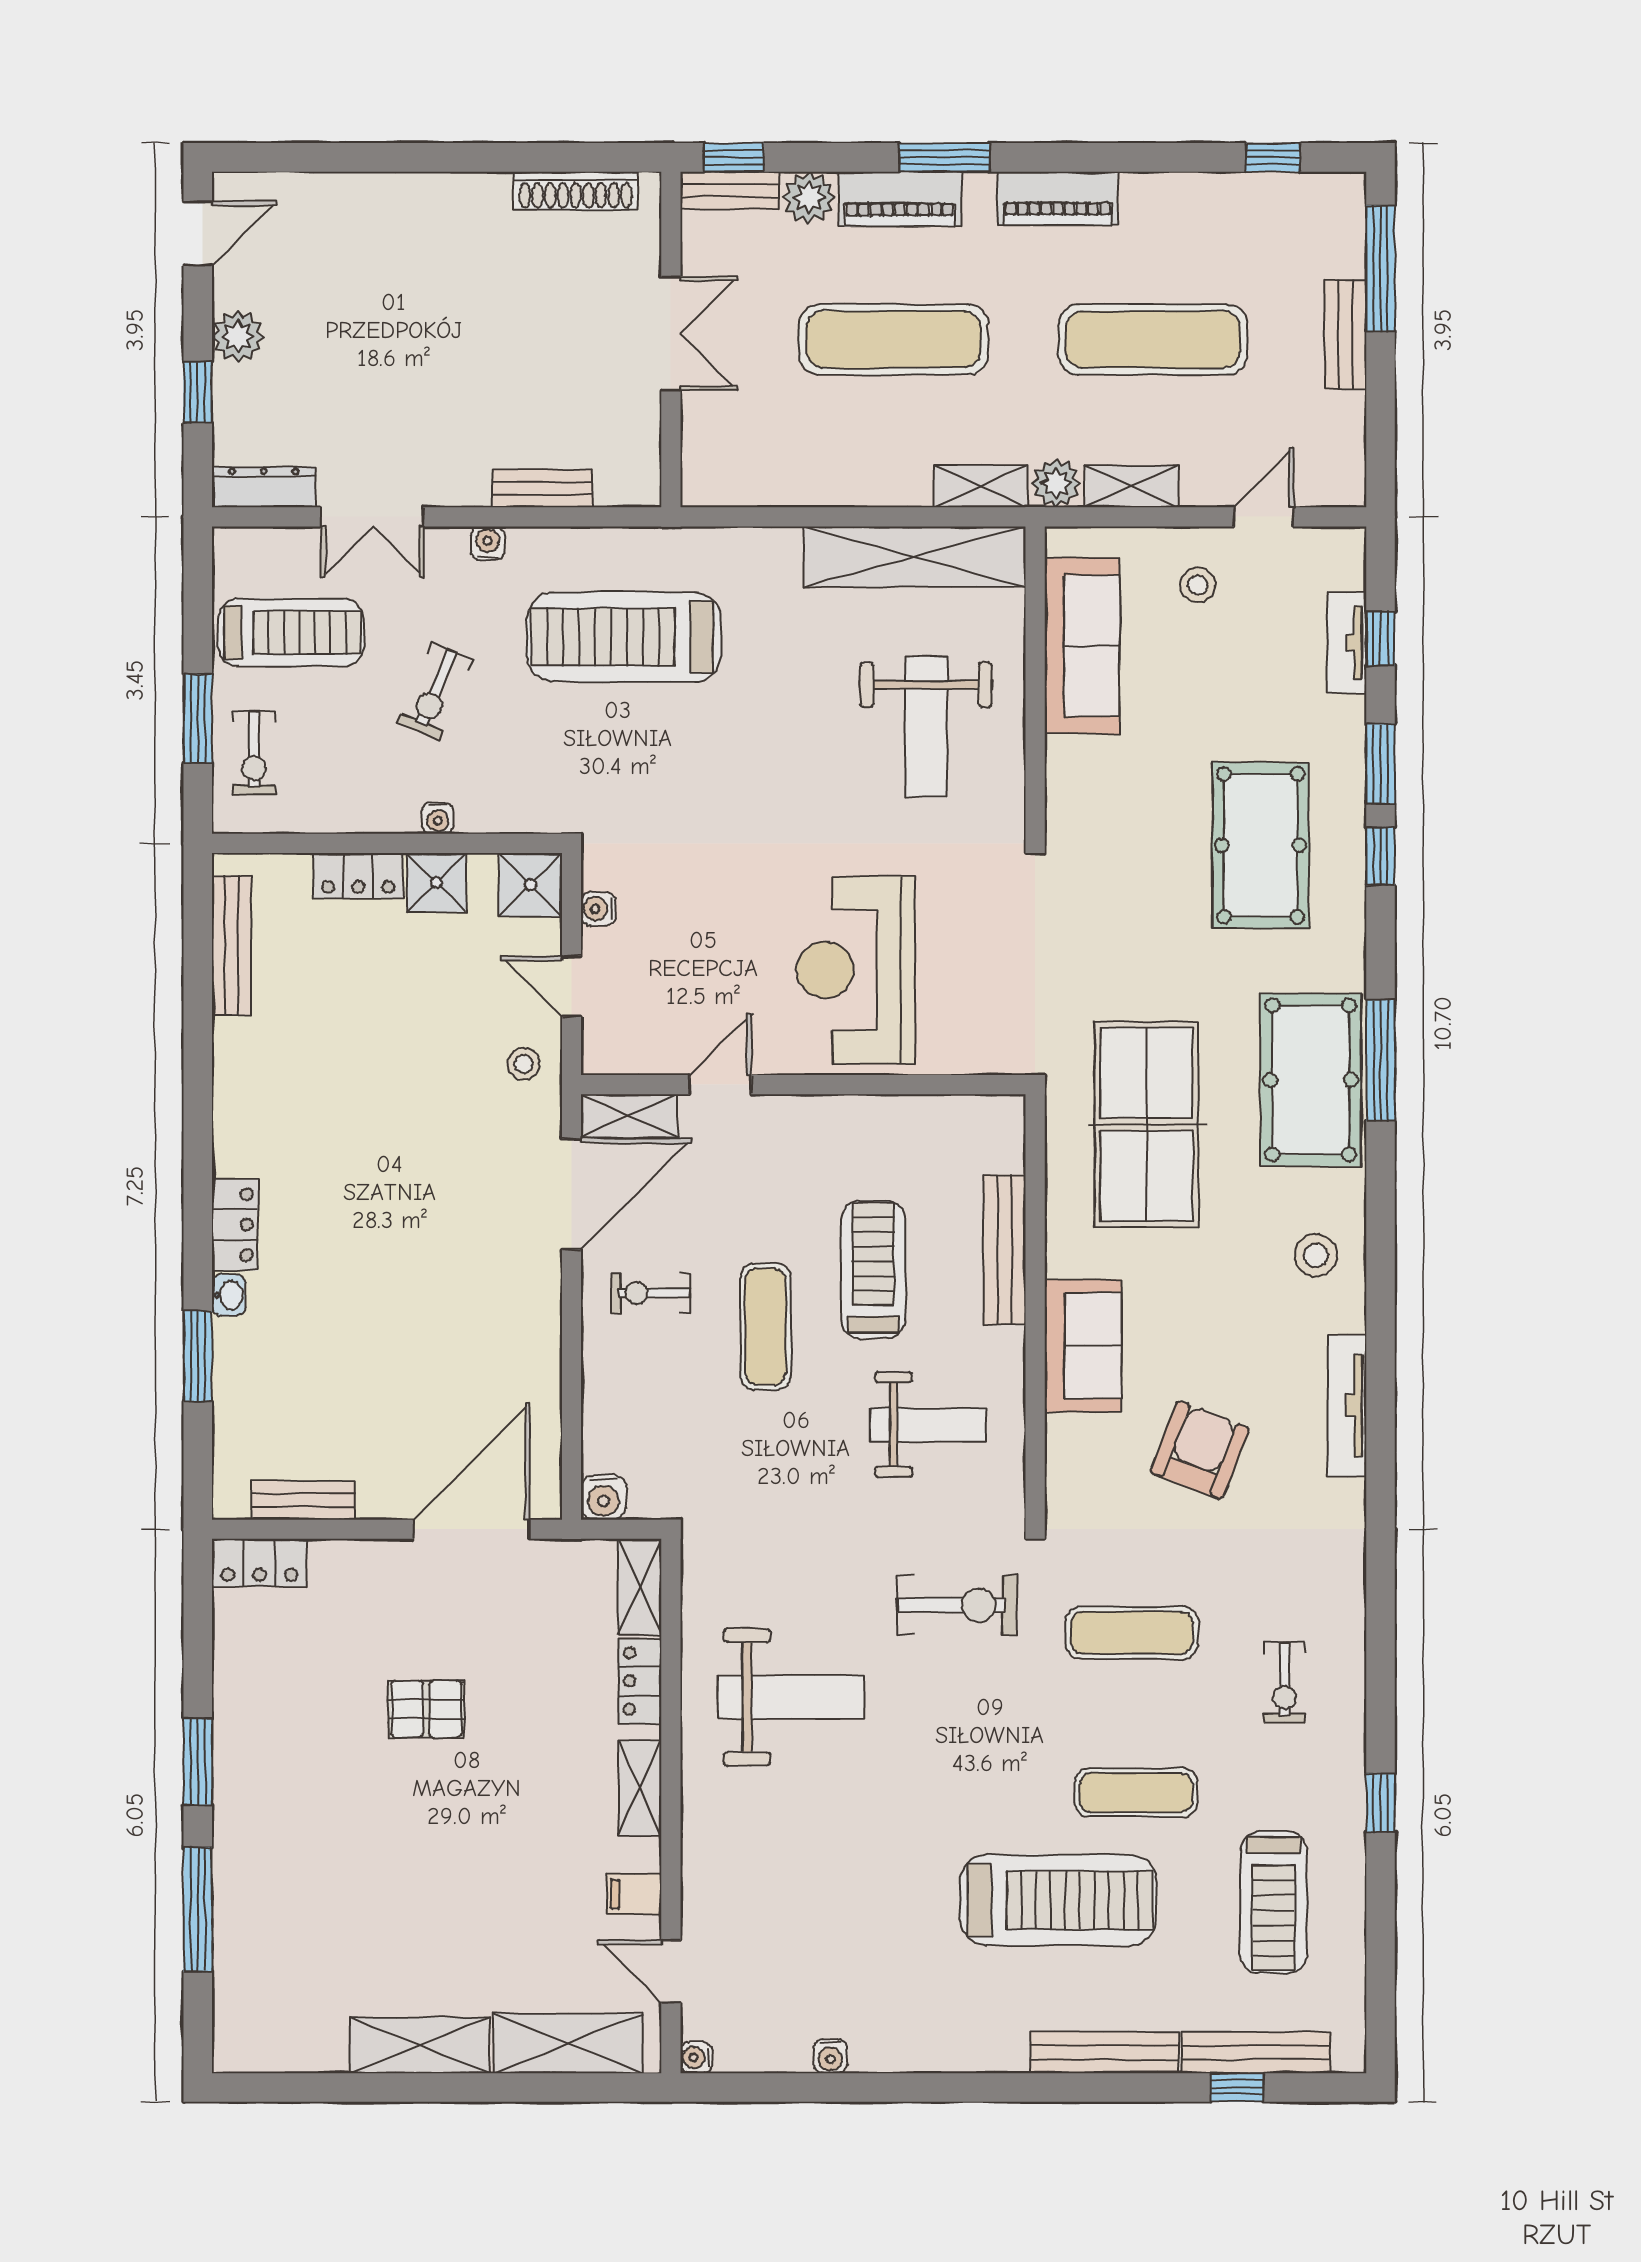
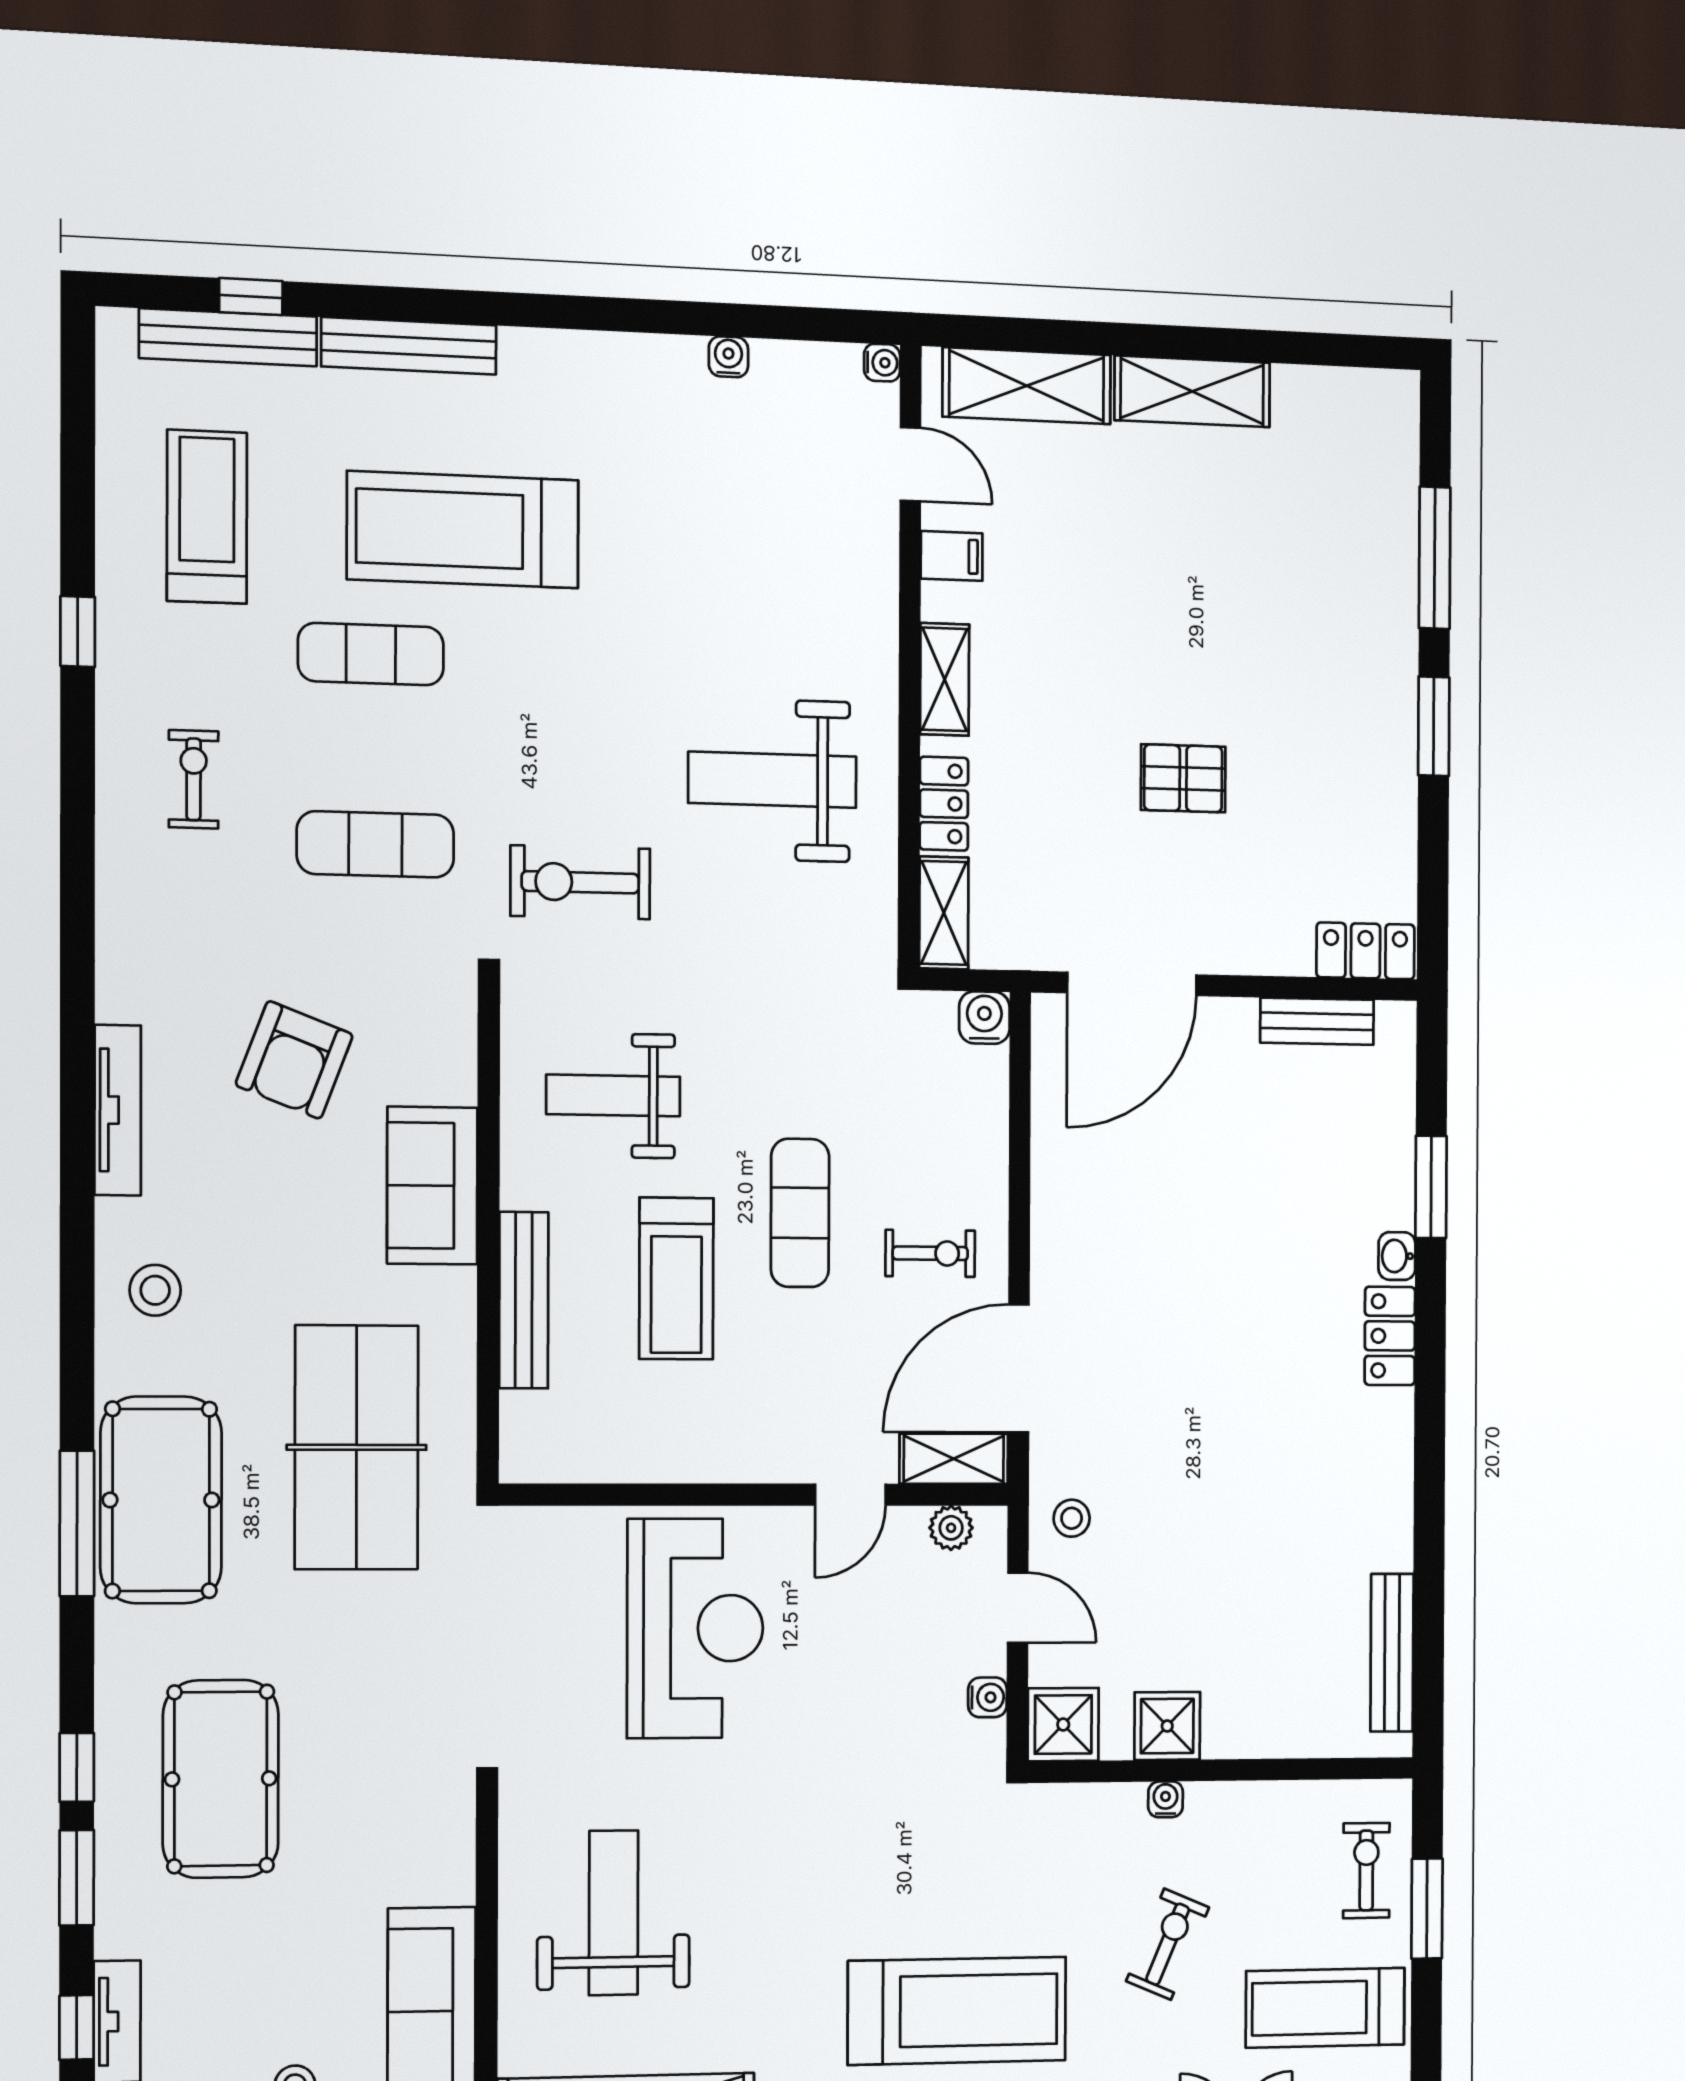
locker: (358, 876) -> (1254, 1733), removed
plant: (631, 1056) -> (951, 1528), added

